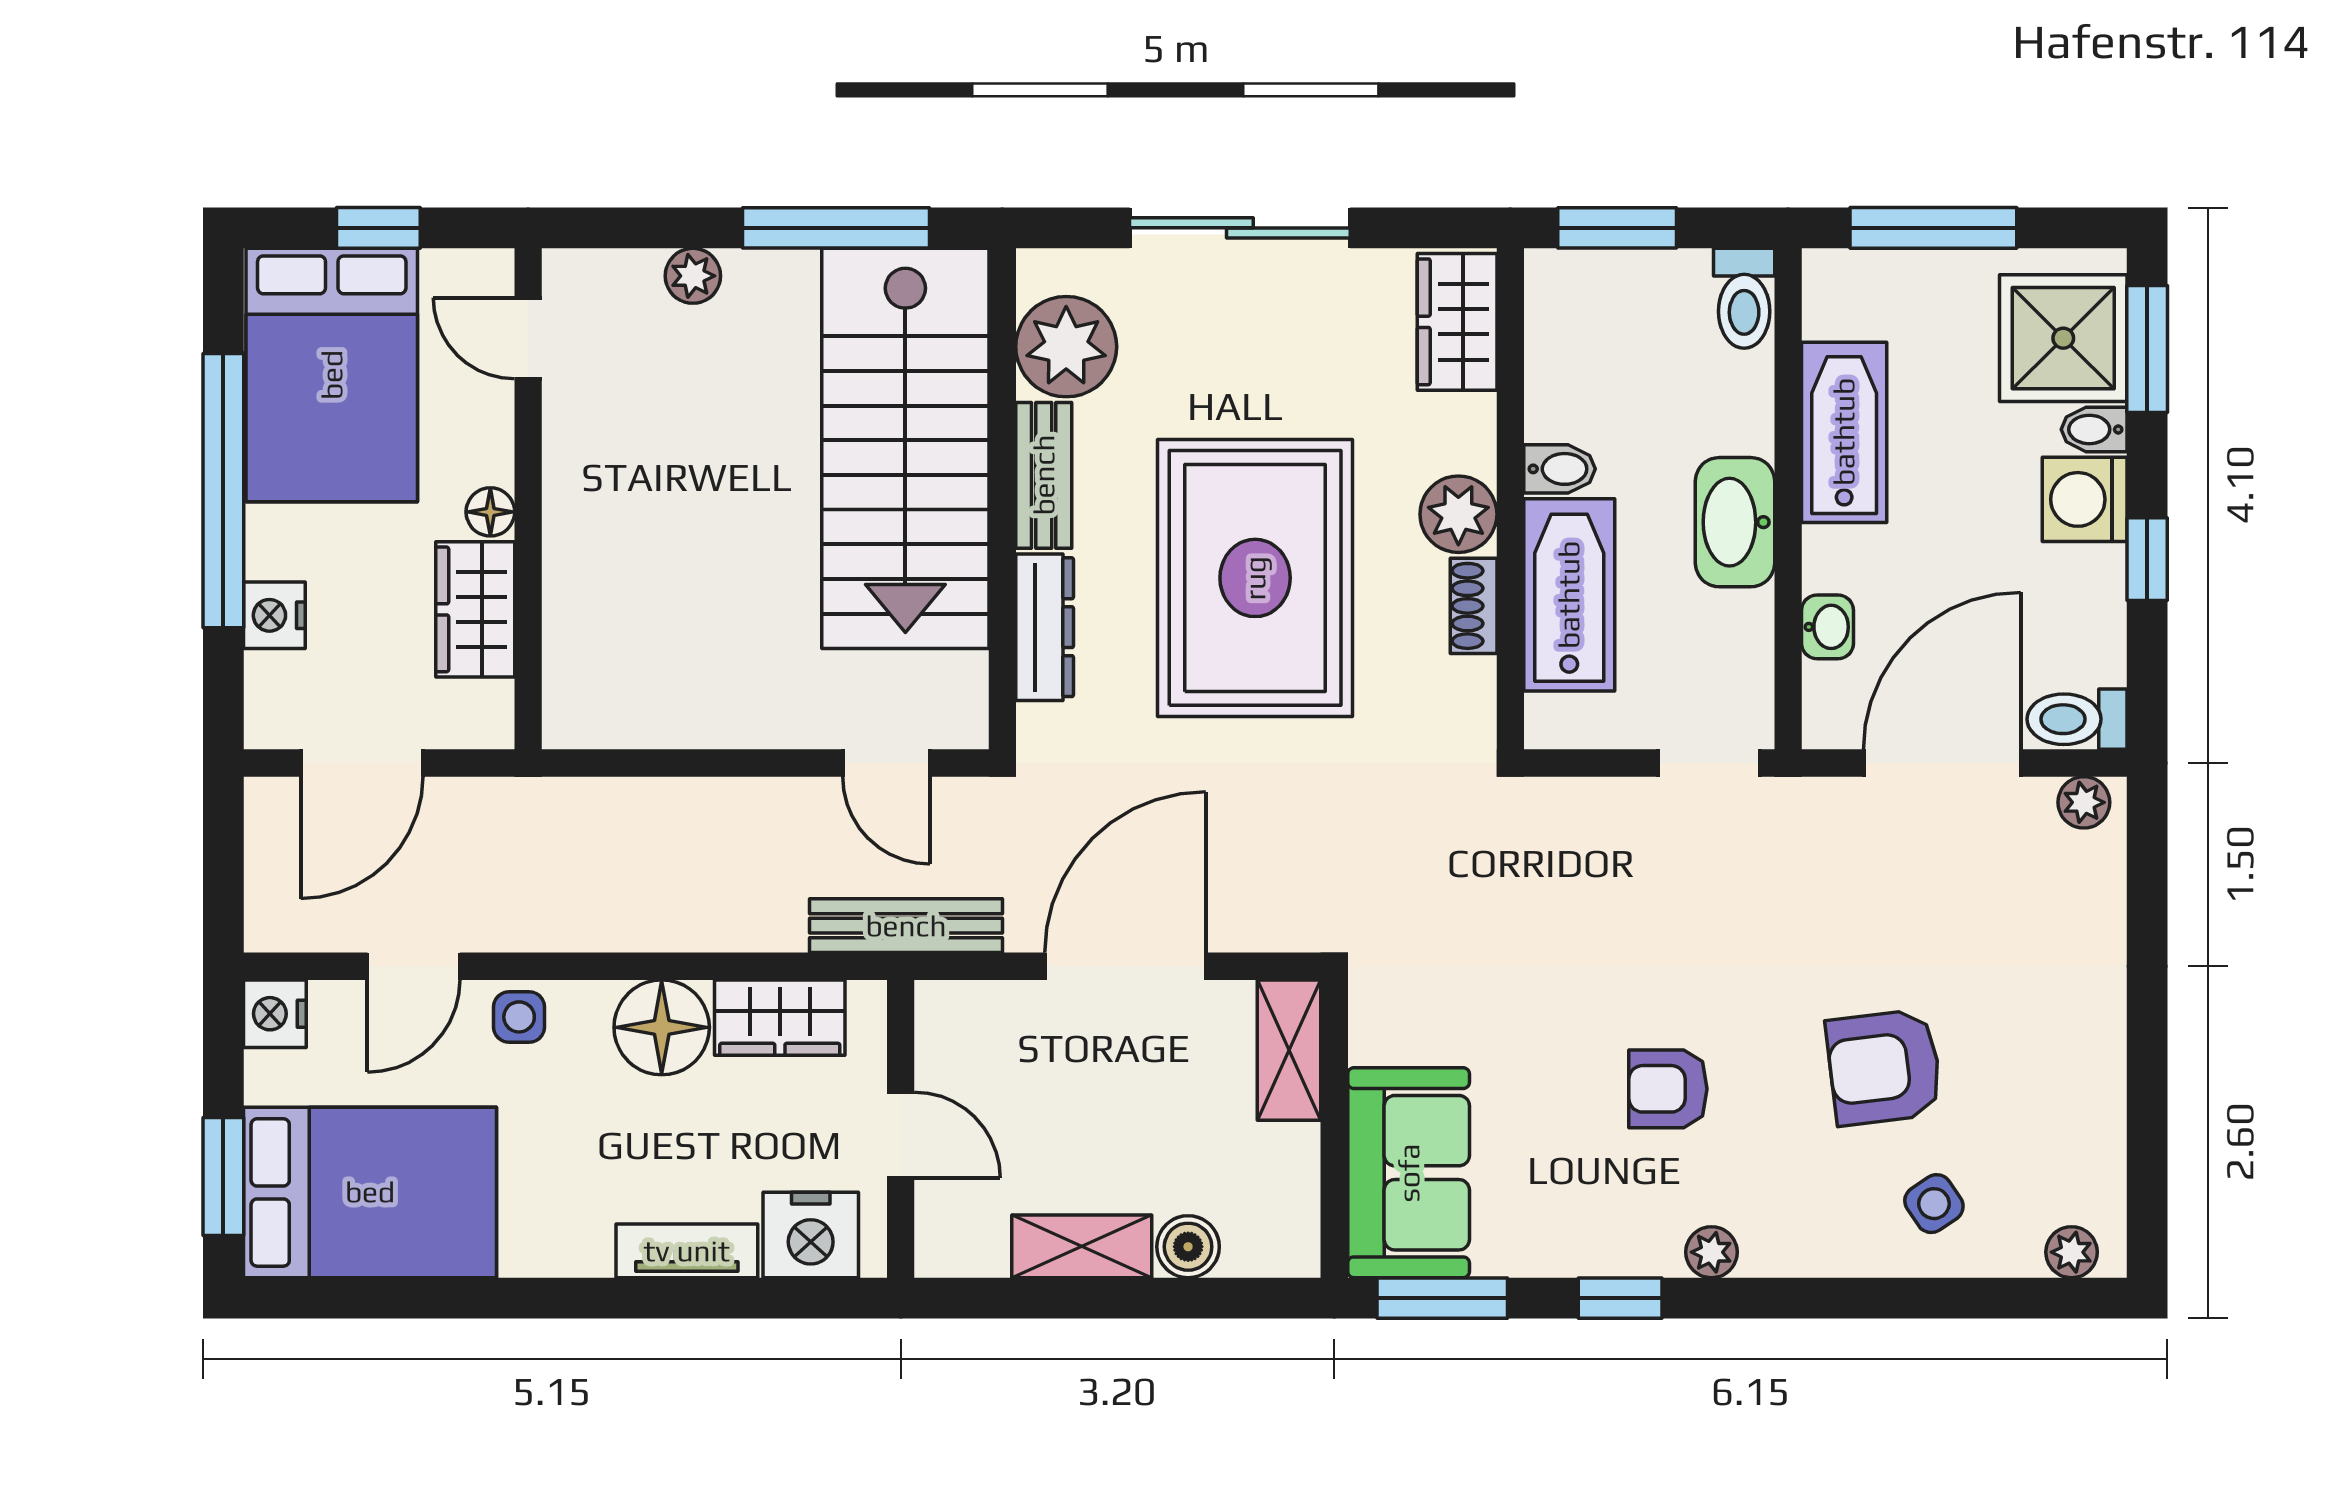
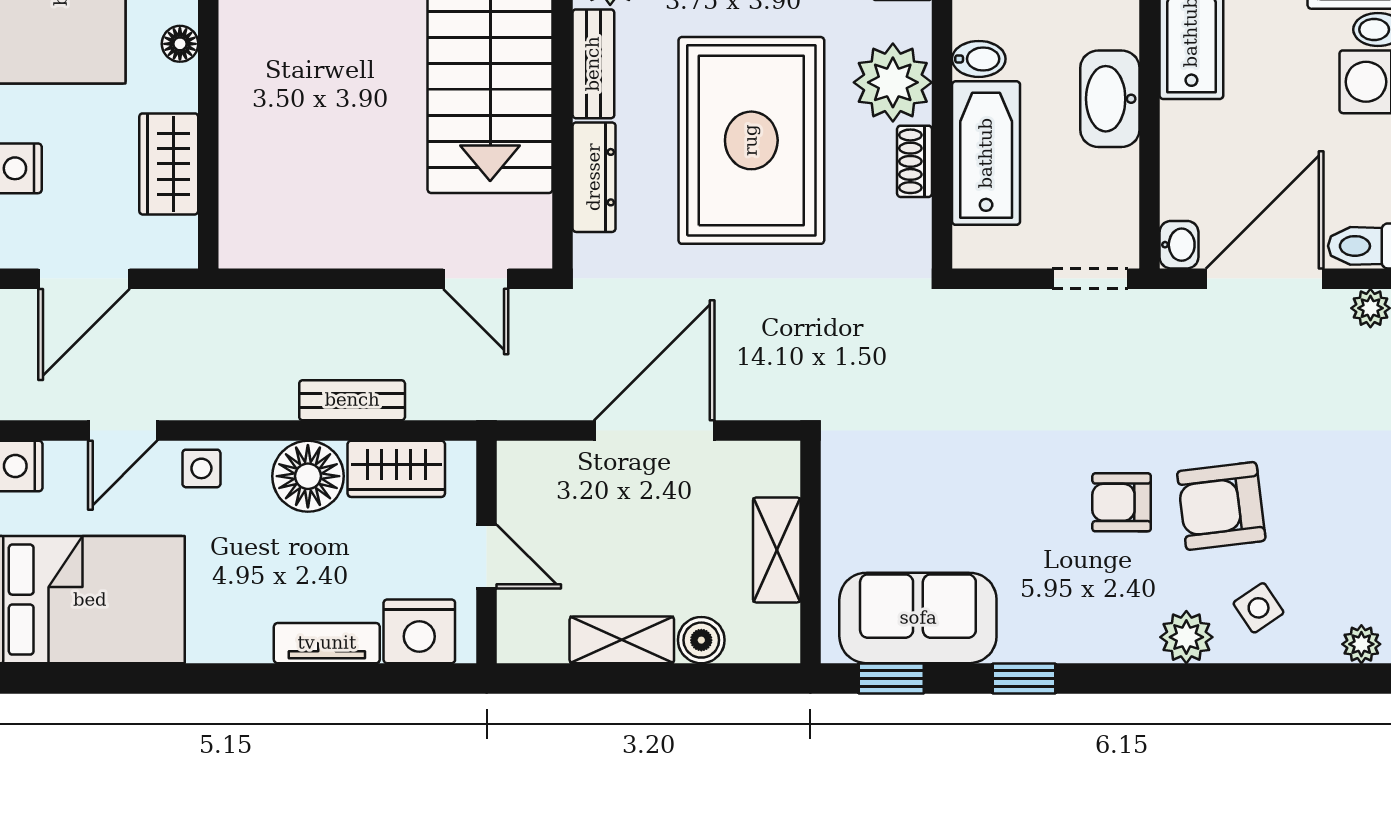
floor lamp: (490, 512) -> (180, 44), moved
plant: (1458, 514) -> (893, 82), width x1.36, depth x1.36
washbasin: (1827, 627) -> (1179, 245), moved
bench: (906, 926) -> (352, 400), moved, width x0.73
shelving: (1289, 1050) -> (777, 550), moved
armchair: (1668, 1089) -> (1122, 502), moved
sofa: (1409, 1173) -> (918, 618), moved, turned -90
plant: (1711, 1252) -> (1186, 637), moved, width x1.38, depth x1.38
window: (1442, 1298) -> (891, 678), width x0.67

